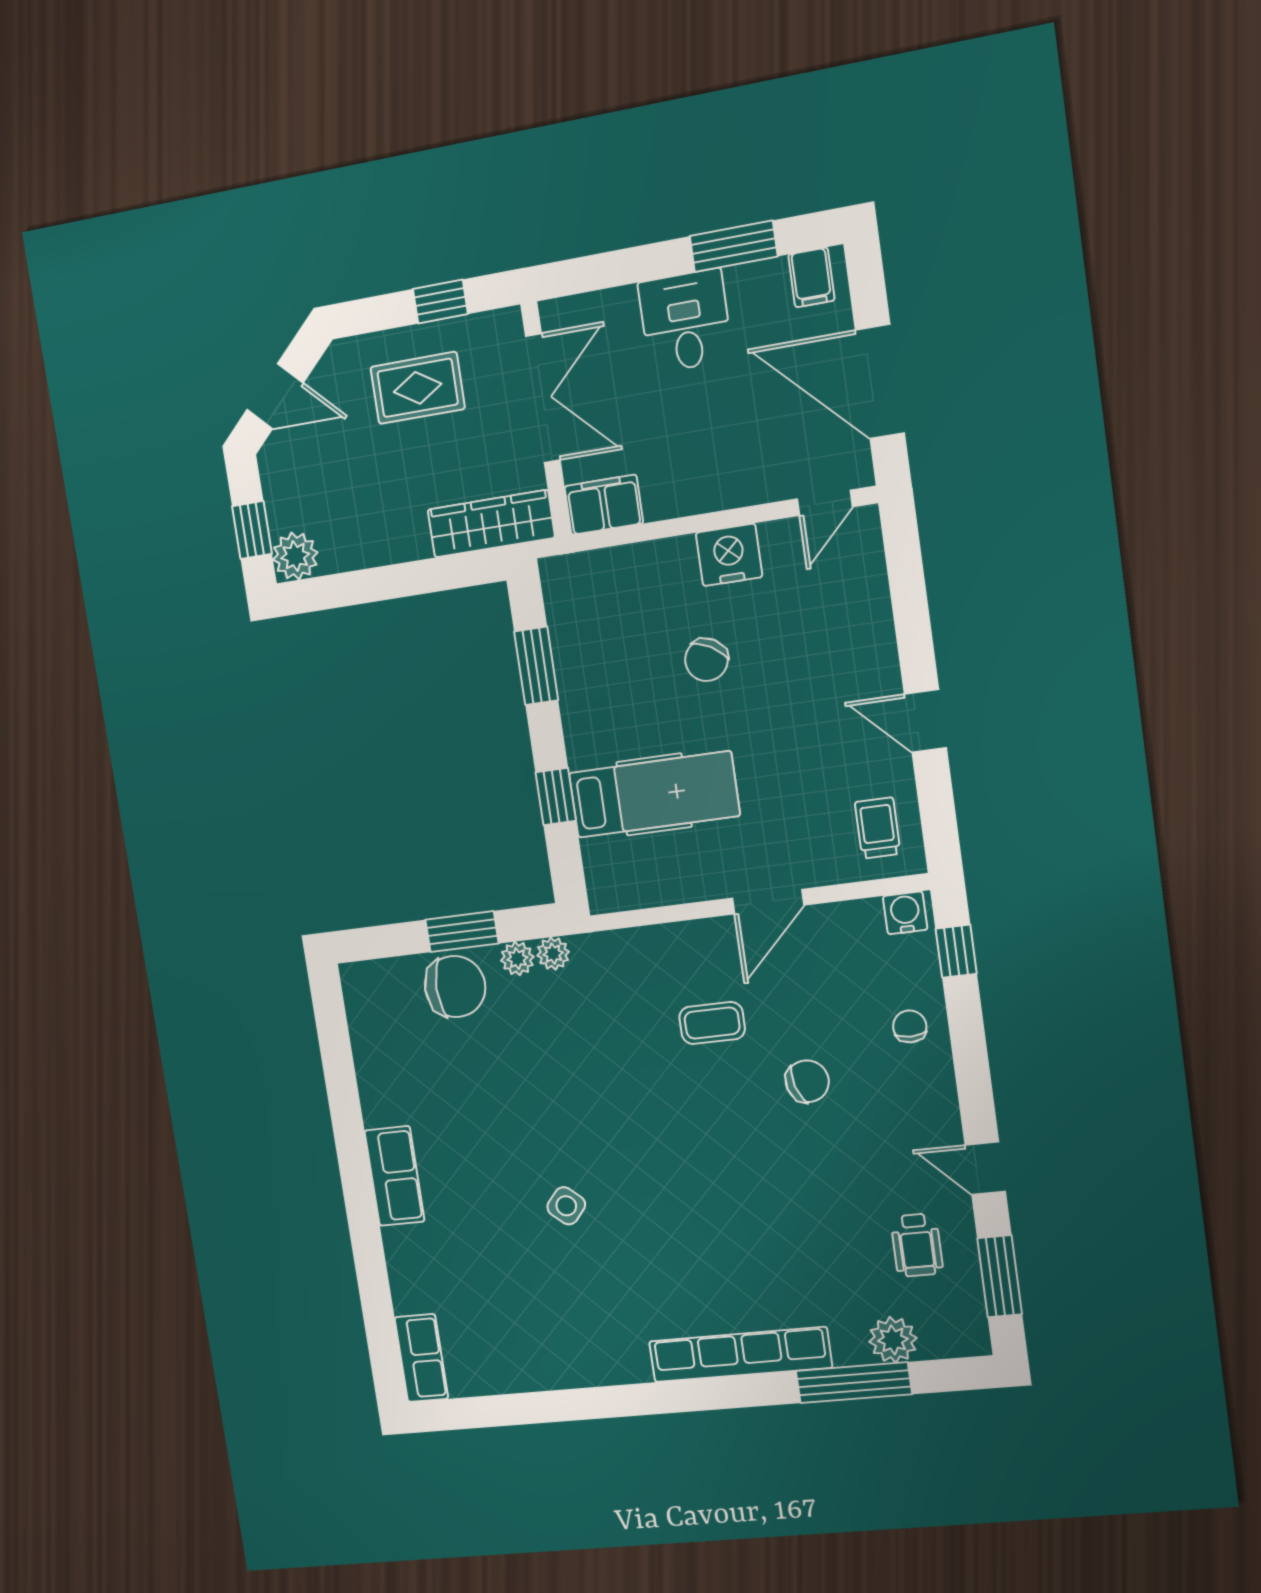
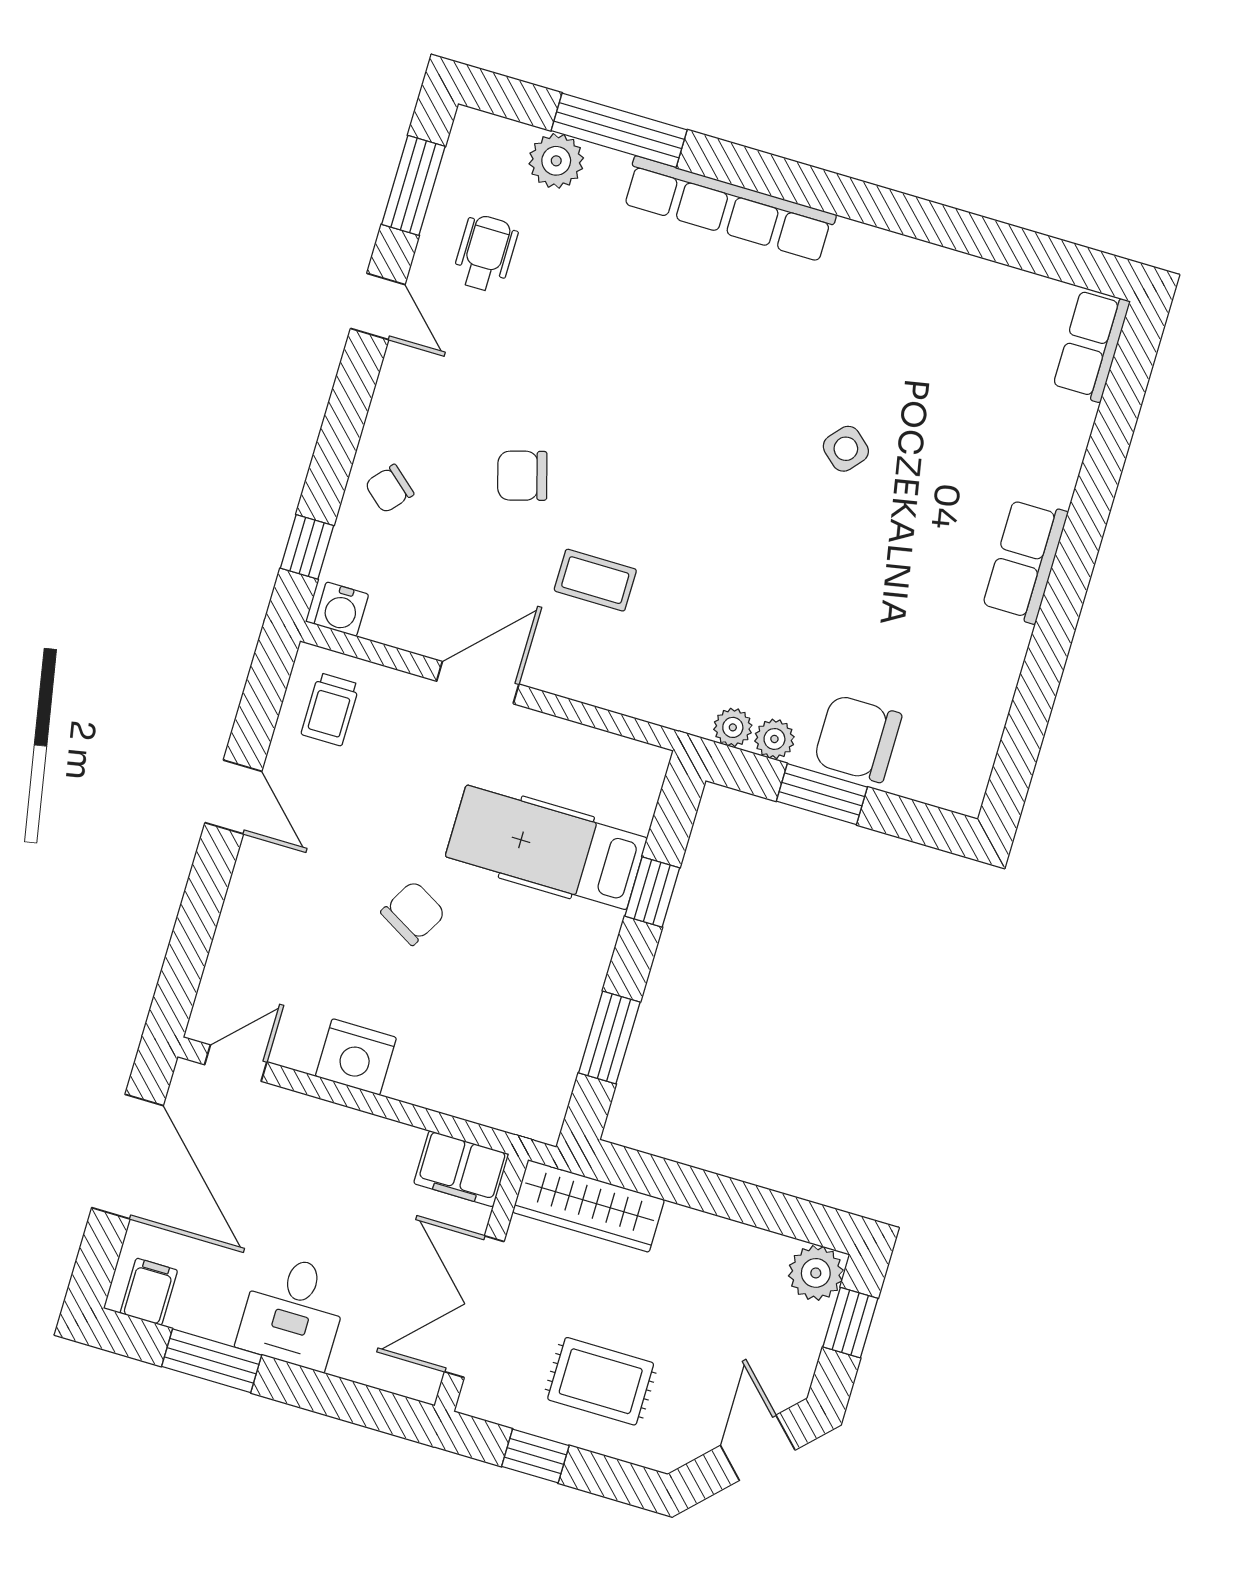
door: (275, 396) -> (758, 1448), hinge flipped
chair: (706, 660) -> (413, 913), moved
chair: (910, 1026) -> (389, 489), turned 41

